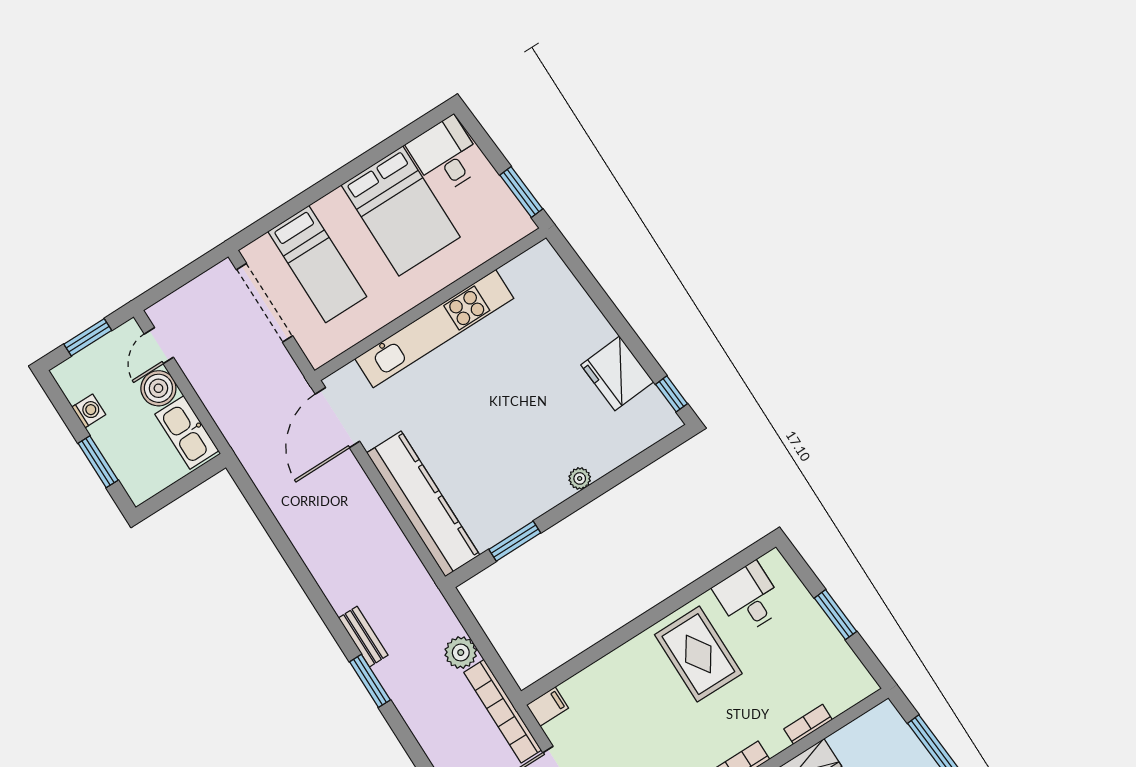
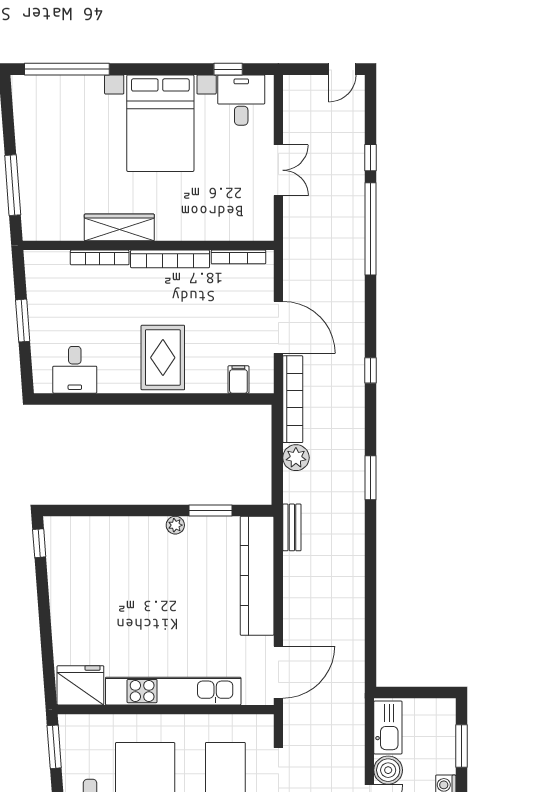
fridge: (617, 373) -> (80, 685), moved, turned -86
plant: (580, 478) -> (175, 525), moved
bench: (363, 637) -> (292, 527), moved
rug: (698, 654) -> (163, 358), moved
filing cabinet: (548, 706) -> (238, 379), moved, turned 90
bookcase: (808, 724) -> (100, 257), width x1.56

